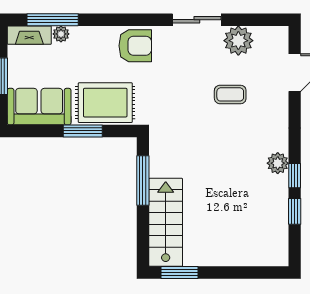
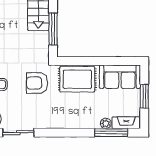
armchair: (135, 46) -> (37, 83), moved
window: (83, 131) -> (92, 61), removed

